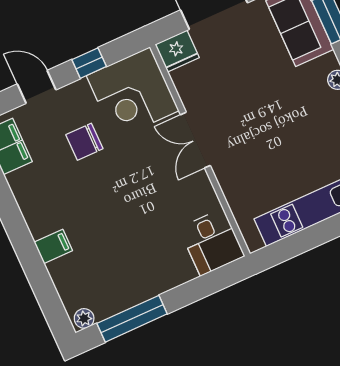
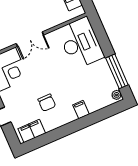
chair: (84, 142) -> (47, 103), moved
desk: (212, 242) -> (81, 43), width x1.87, depth x1.30

